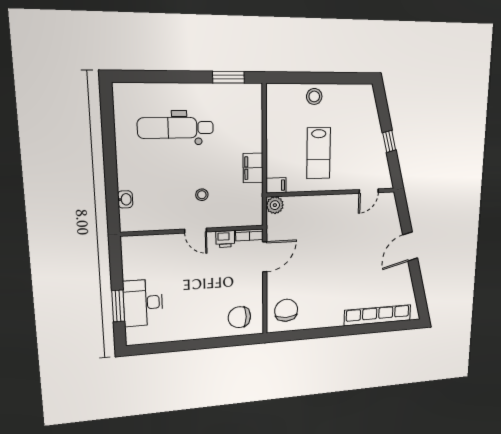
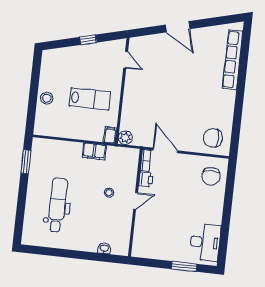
dental chair: (176, 128) -> (57, 205), turned 180
desk: (143, 303) -> (205, 242), moved, turned -90

